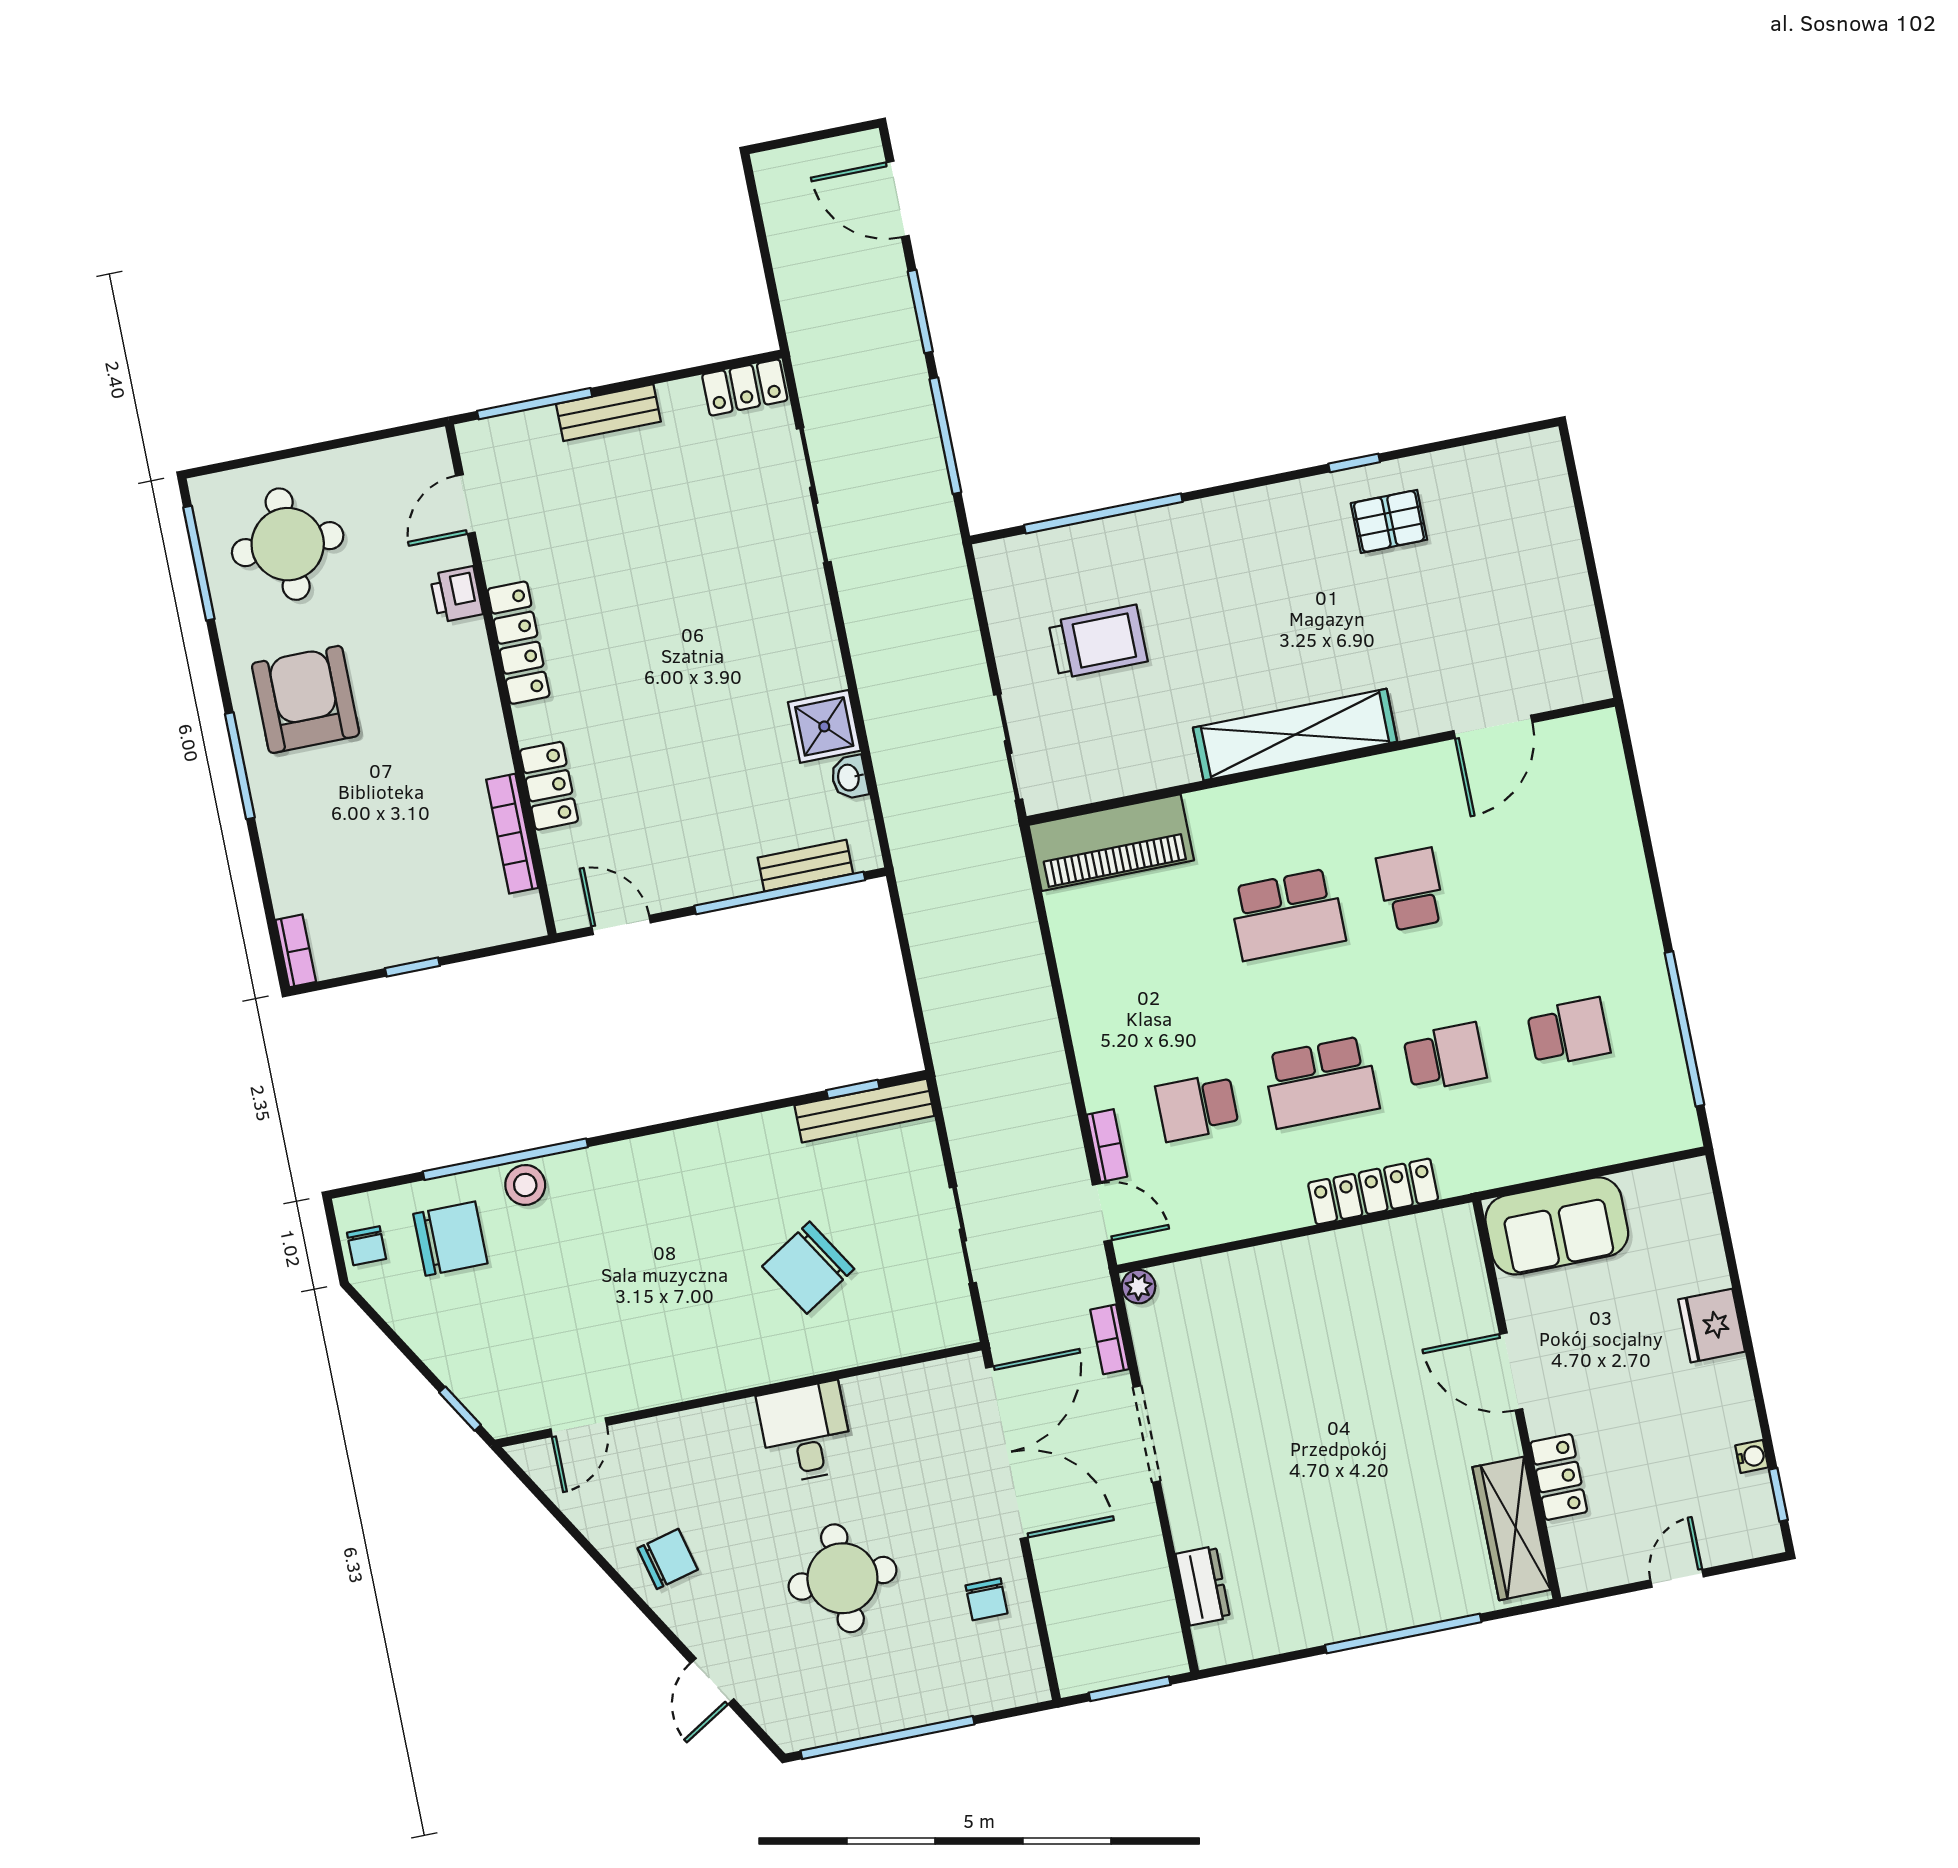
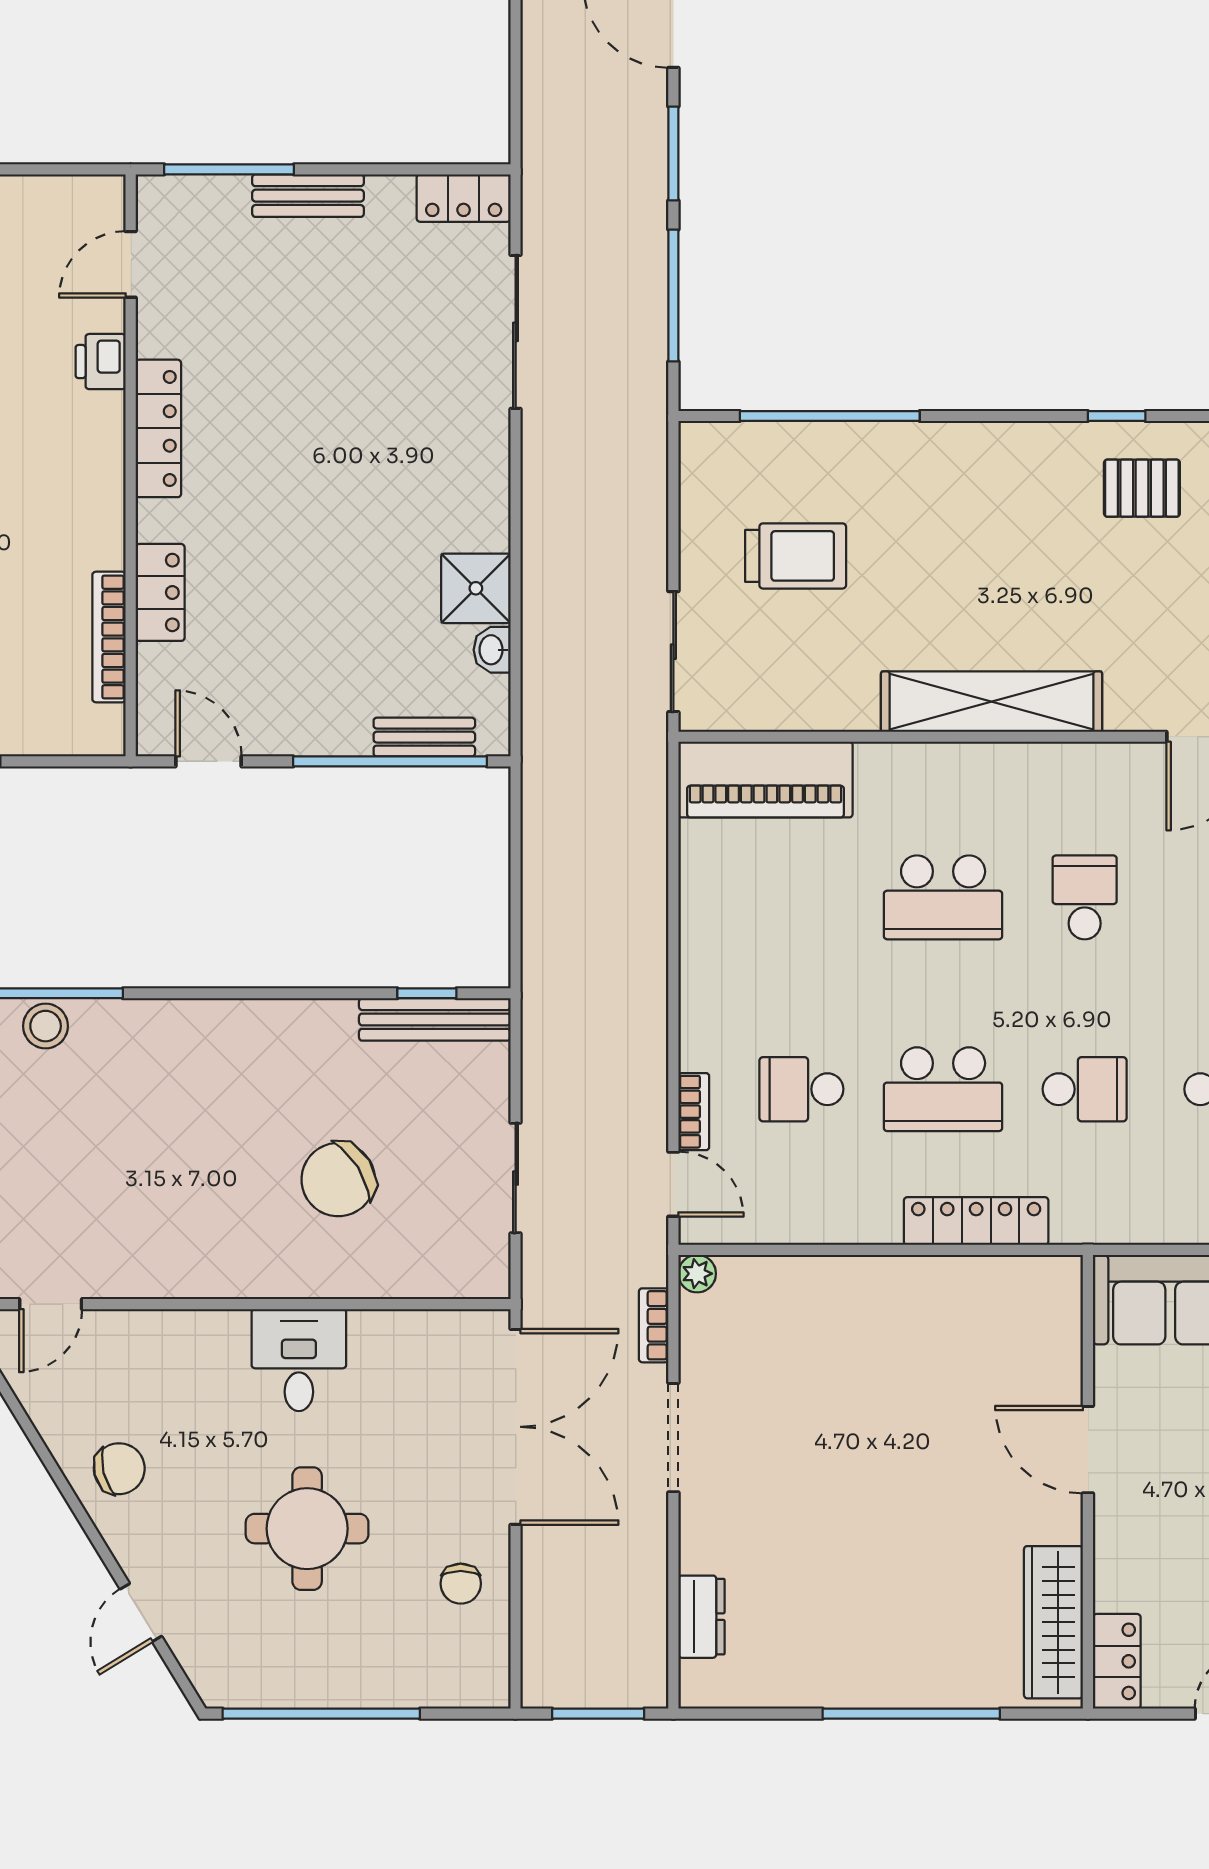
locker: (1559, 1477) -> (1117, 1661), moved

